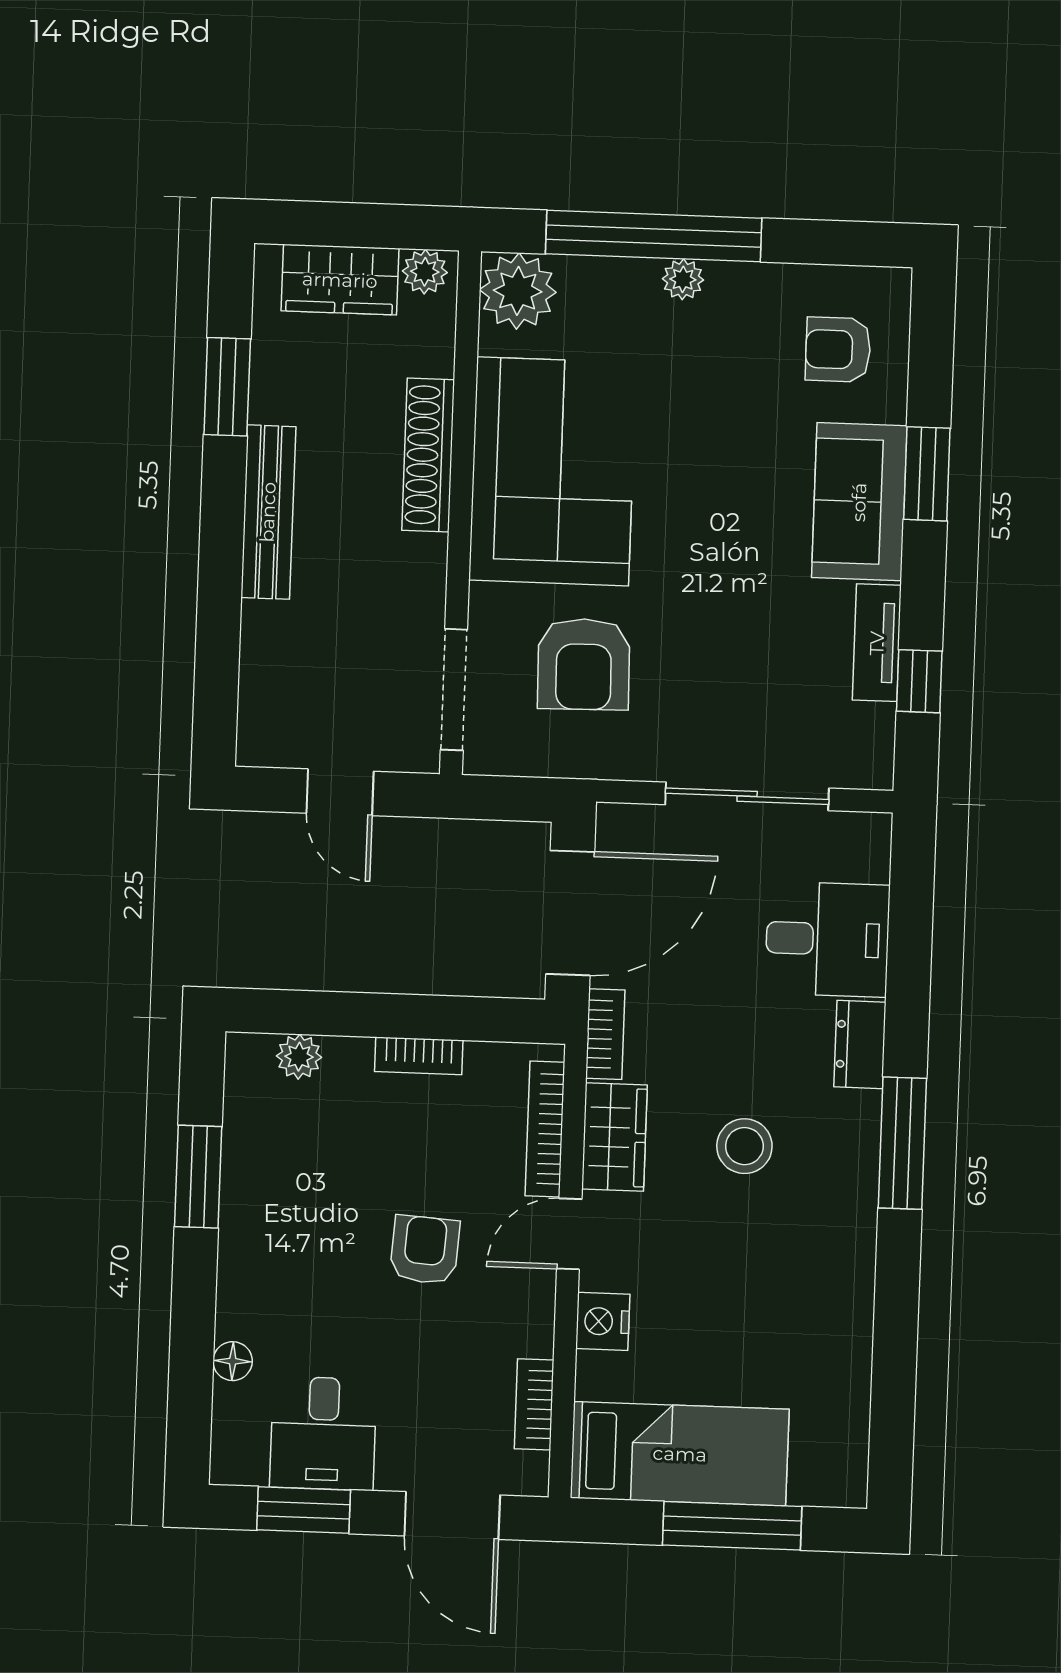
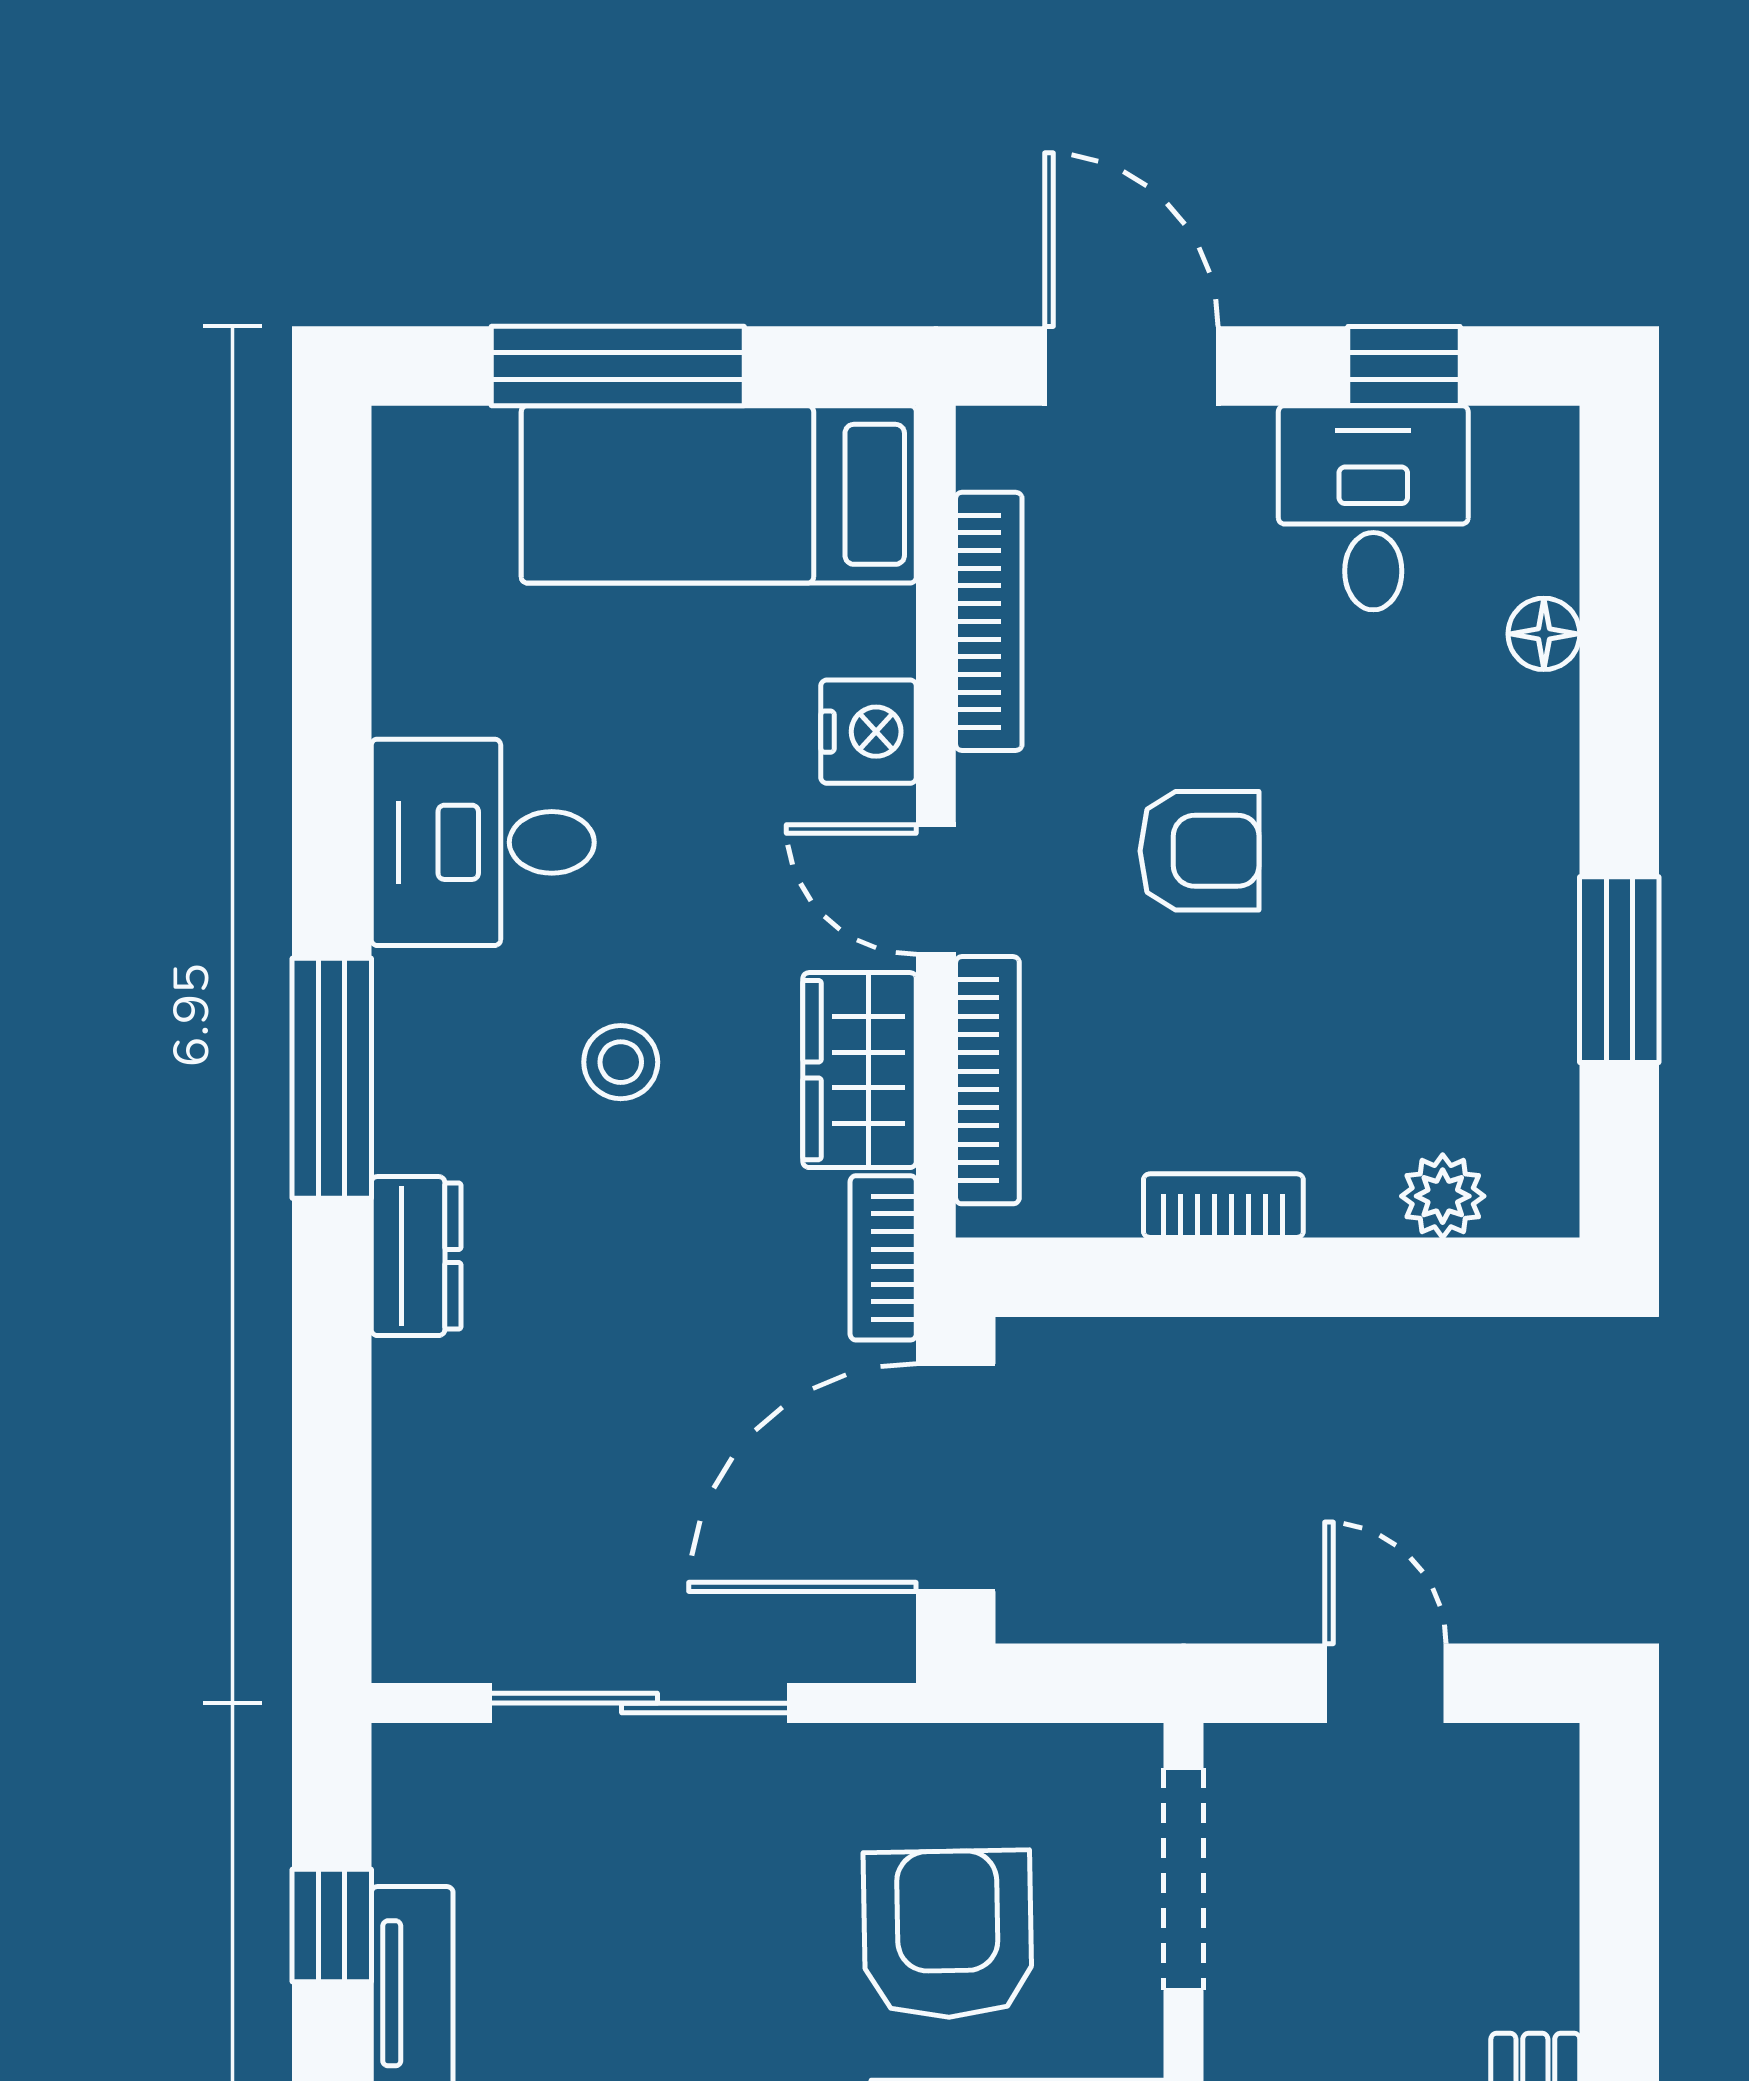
desk: (827, 939) -> (483, 842), moved
stool: (744, 1146) -> (621, 1062), width x0.73, depth x0.73
door: (569, 1234) -> (936, 889), swing flipped
armchair: (425, 1250) -> (1199, 851), turned -94
bookcase: (534, 1404) -> (989, 621), width x1.56
window: (304, 1510) -> (1404, 366), width x0.67

